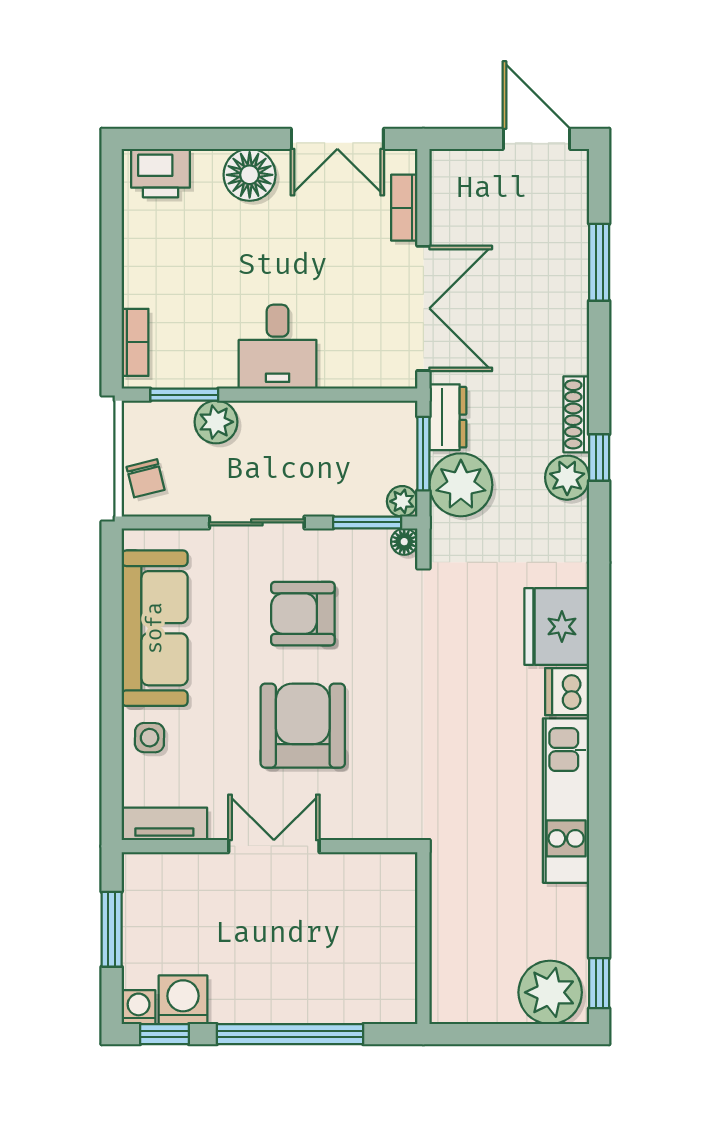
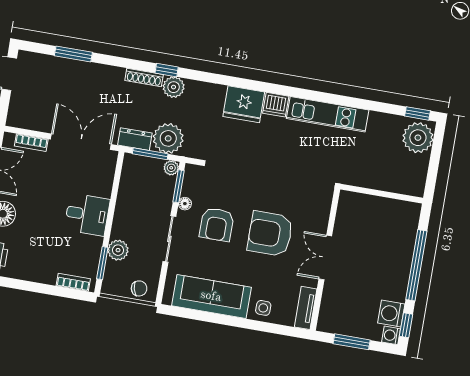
floor lamp: (404, 542) -> (185, 204), moved

